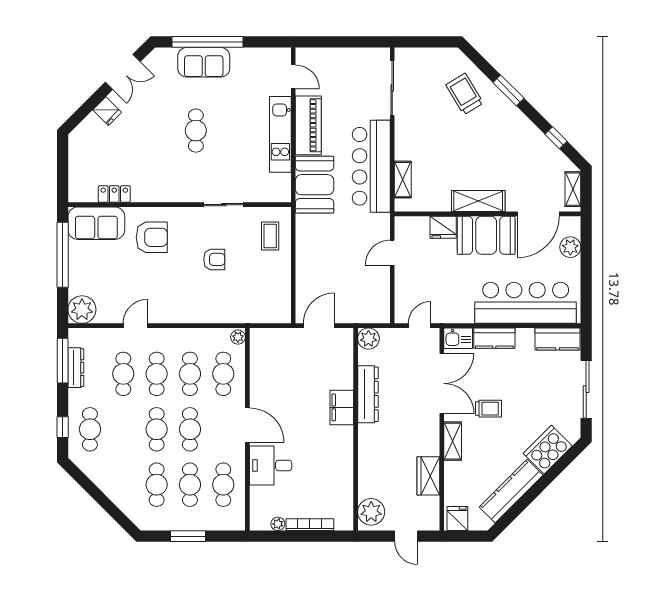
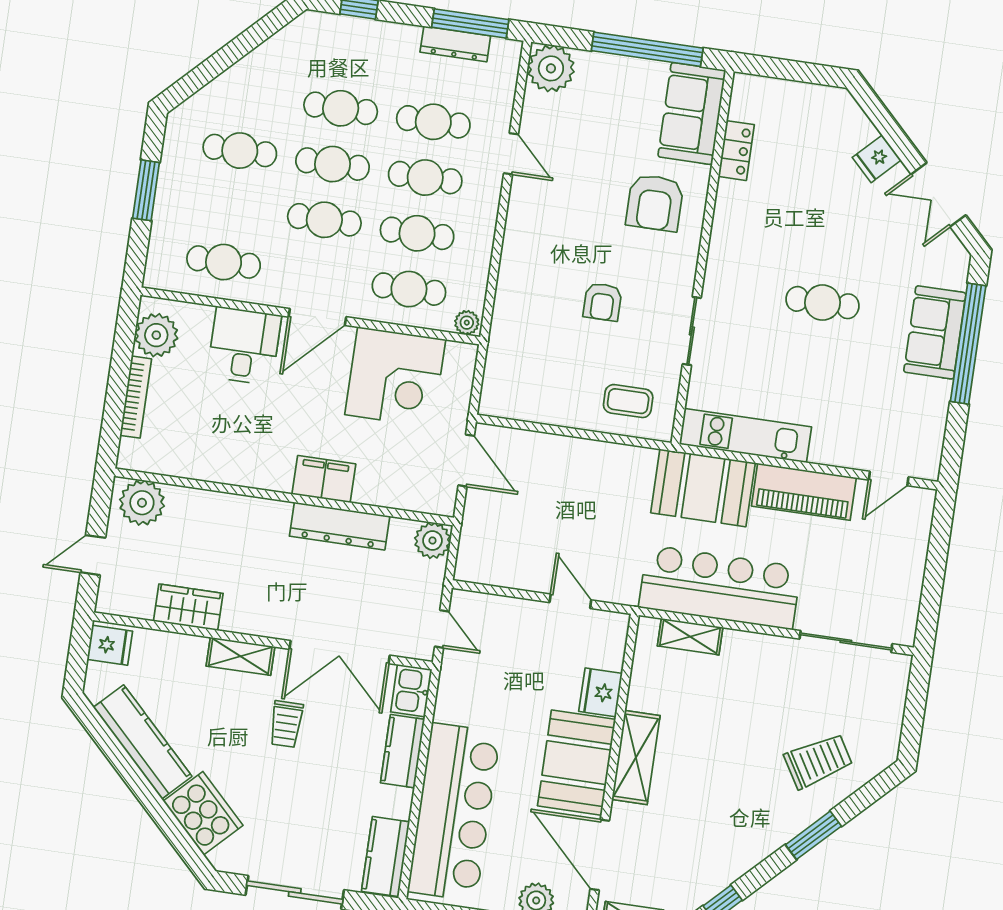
kitchen unit: (280, 134) -> (745, 436), moved
corner desk: (276, 374) -> (395, 377), added
cafe table: (90, 429) -> (341, 108), moved
cafe table: (190, 485) -> (232, 206), removed
plant: (278, 524) -> (156, 335), width x1.88, depth x1.88

